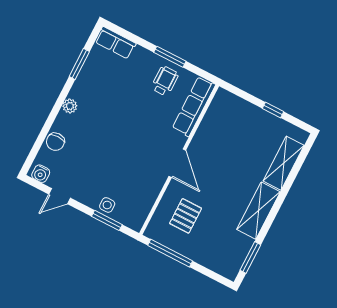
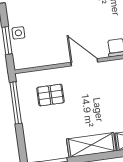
door: (177, 163) -> (84, 62), swing flipped

